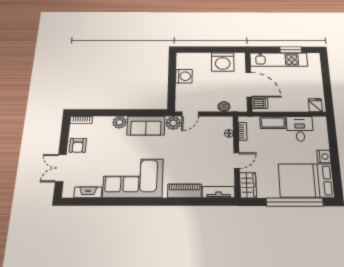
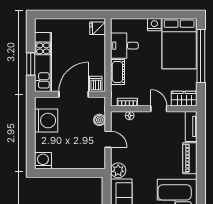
window: (291, 50) -> (31, 64), moved
washing machine: (184, 76) -> (43, 161), moved
door: (190, 114) -> (108, 139), moved

